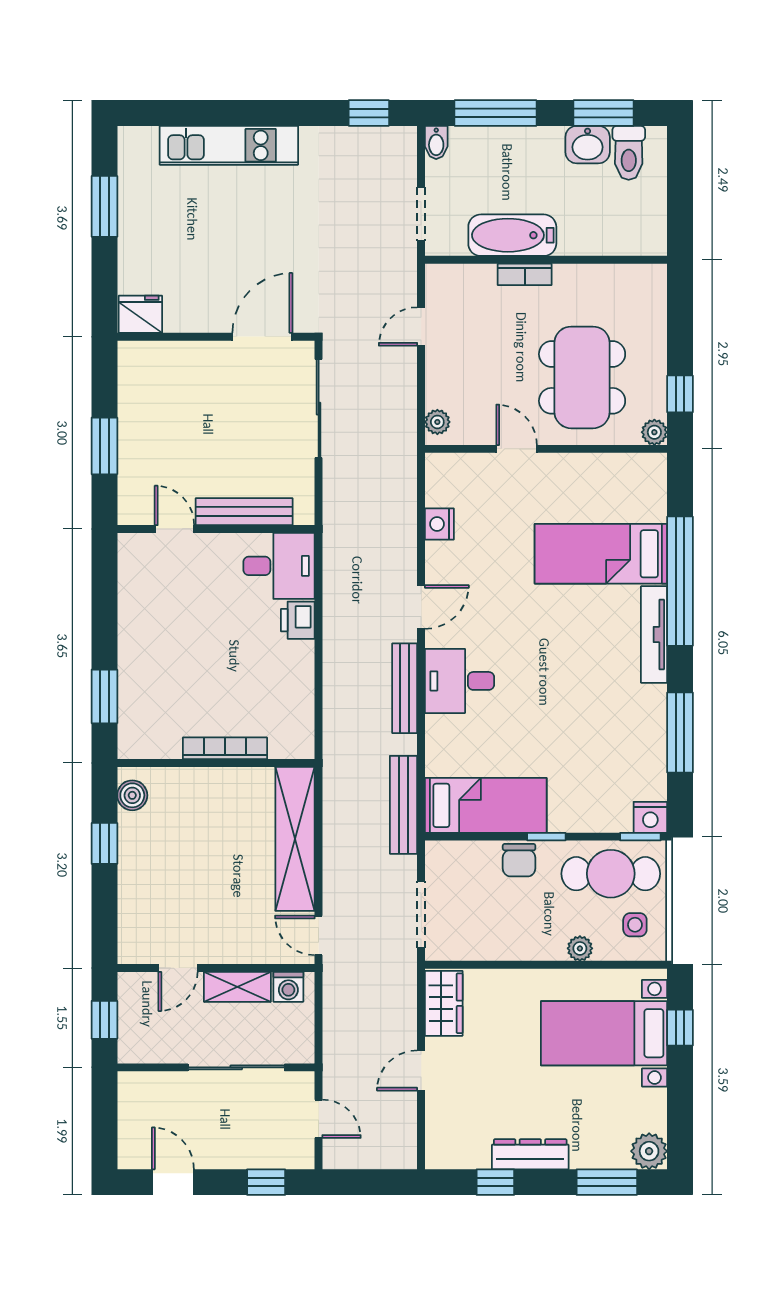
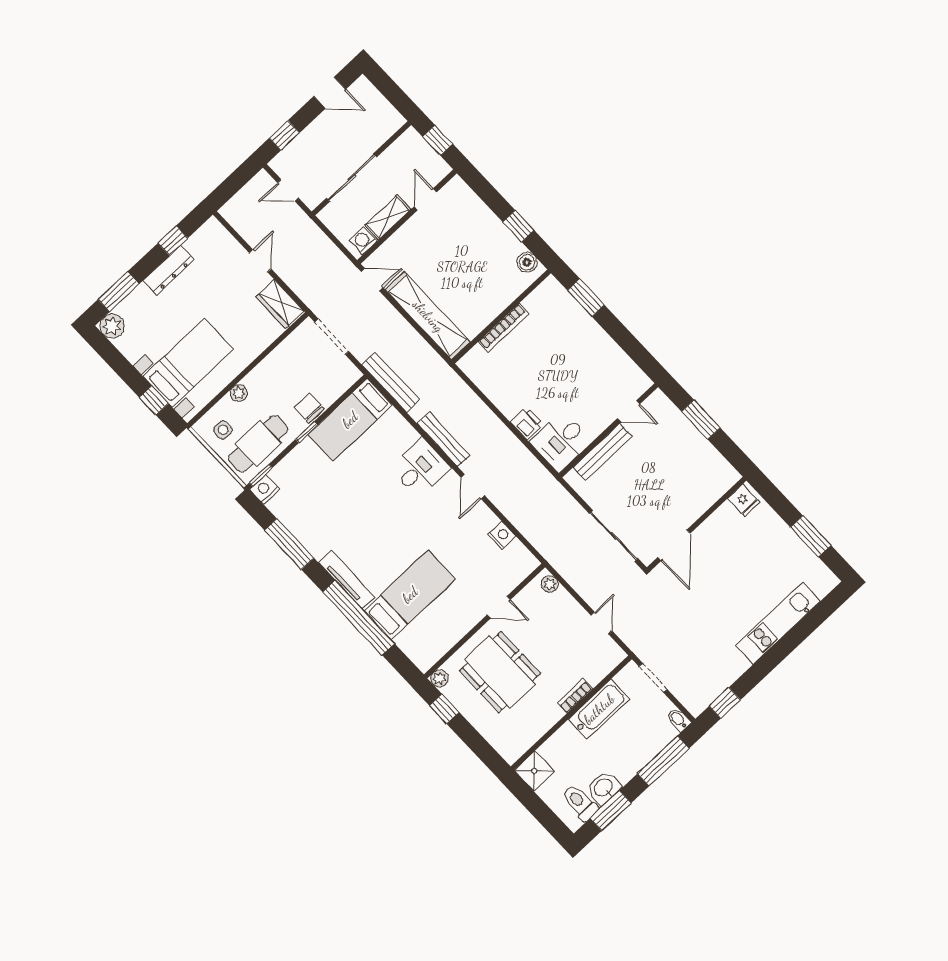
shower: (646, 235) -> (534, 771), added
fridge: (140, 314) -> (744, 500), width x0.72

